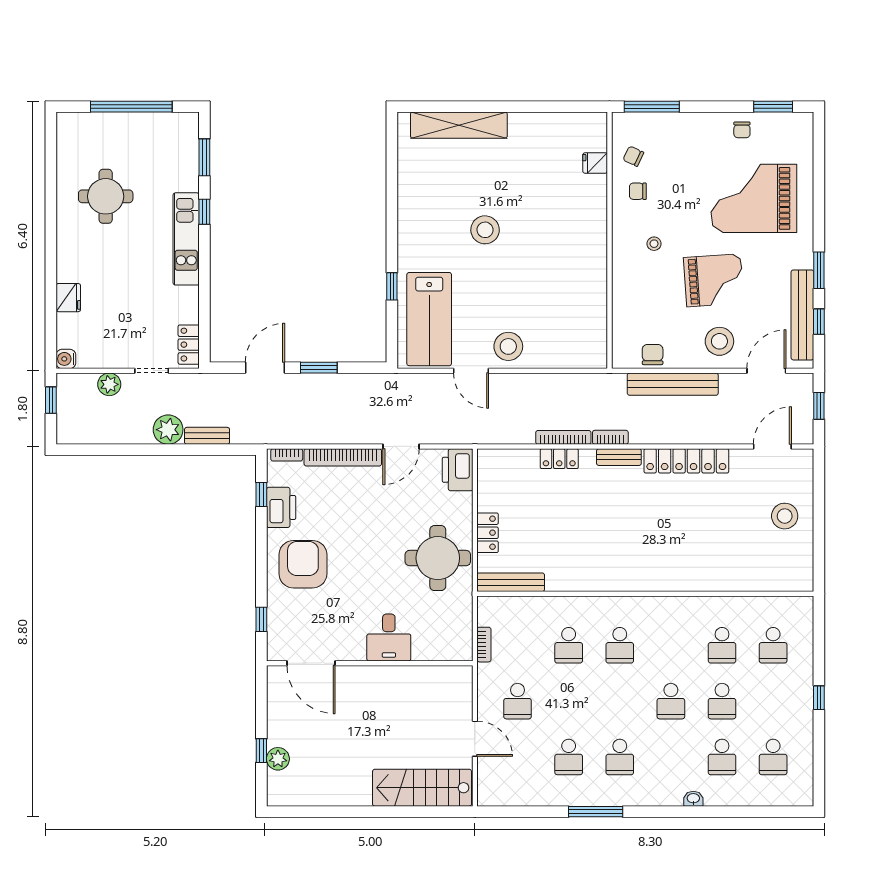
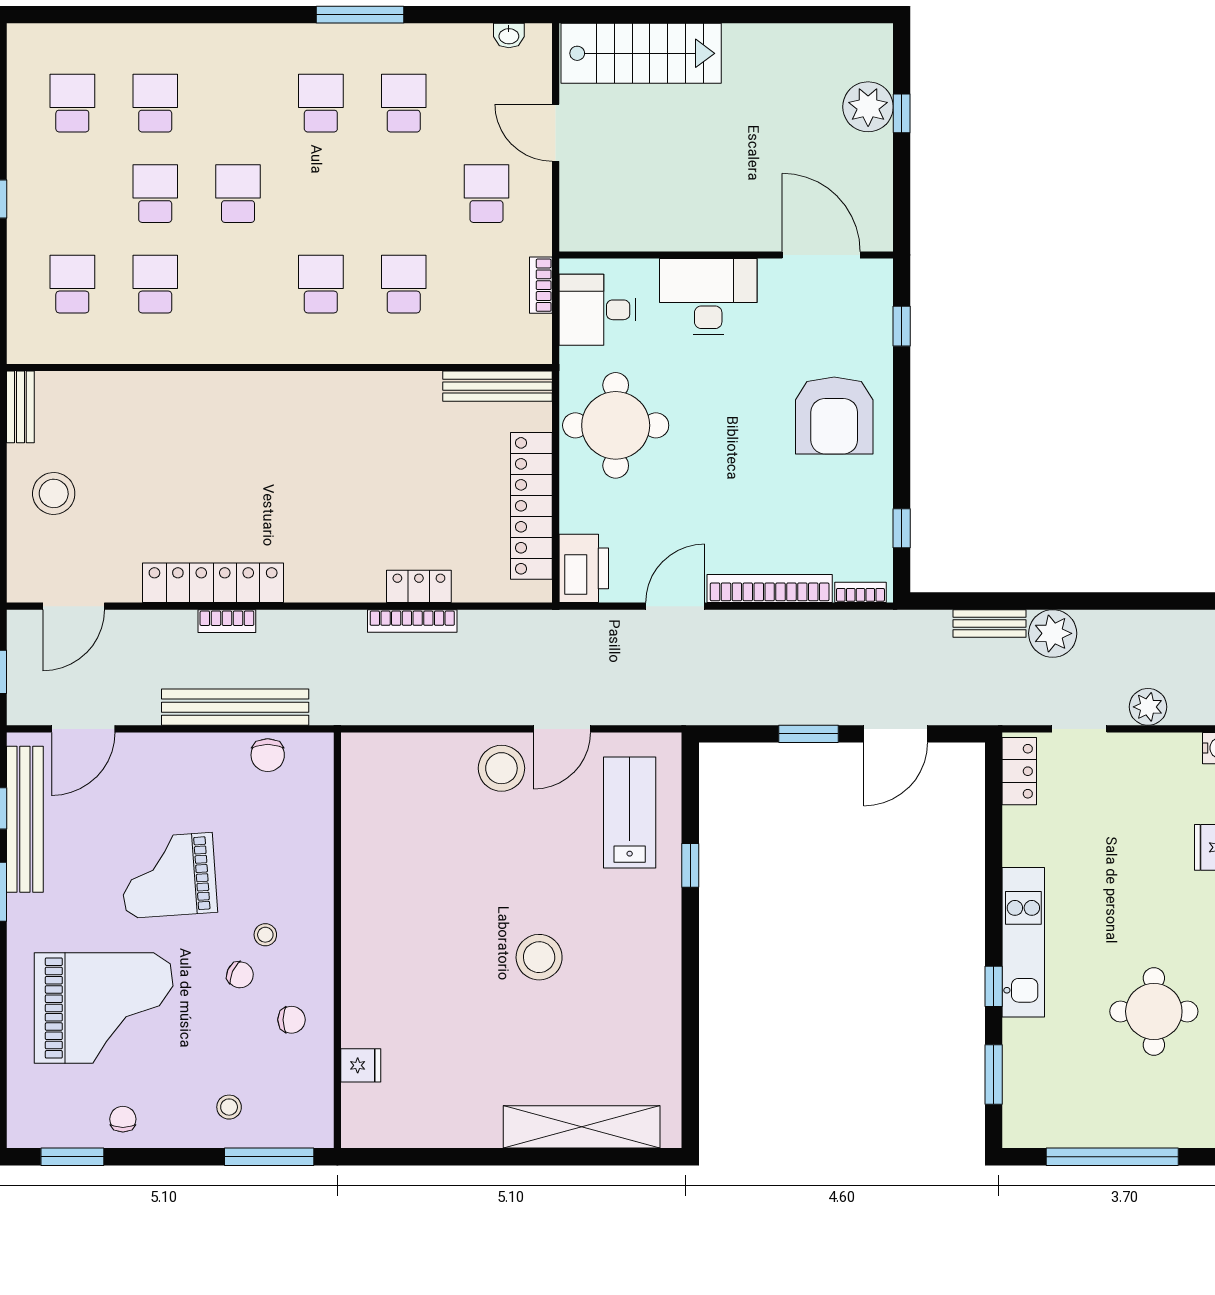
chair: (633, 156) -> (240, 975), moved
lab bench: (429, 319) -> (630, 813), width x0.73, depth x0.72
stool: (719, 341) -> (229, 1107), moved, width x0.53, depth x0.53
door: (471, 371) -> (562, 729), swing flipped
bookcase: (610, 437) -> (227, 621), moved
bench: (619, 457) -> (20, 407), moved, turned 90
printer: (281, 507) -> (870, 507), removed
locker: (488, 533) -> (531, 506), width x2.16, depth x1.21
desk: (449, 629) -> (597, 310), added
desk: (389, 638) -> (708, 297), width x1.37
plant: (278, 759) -> (868, 107), width x1.36, depth x1.36
washbasin: (693, 799) -> (509, 35), moved

